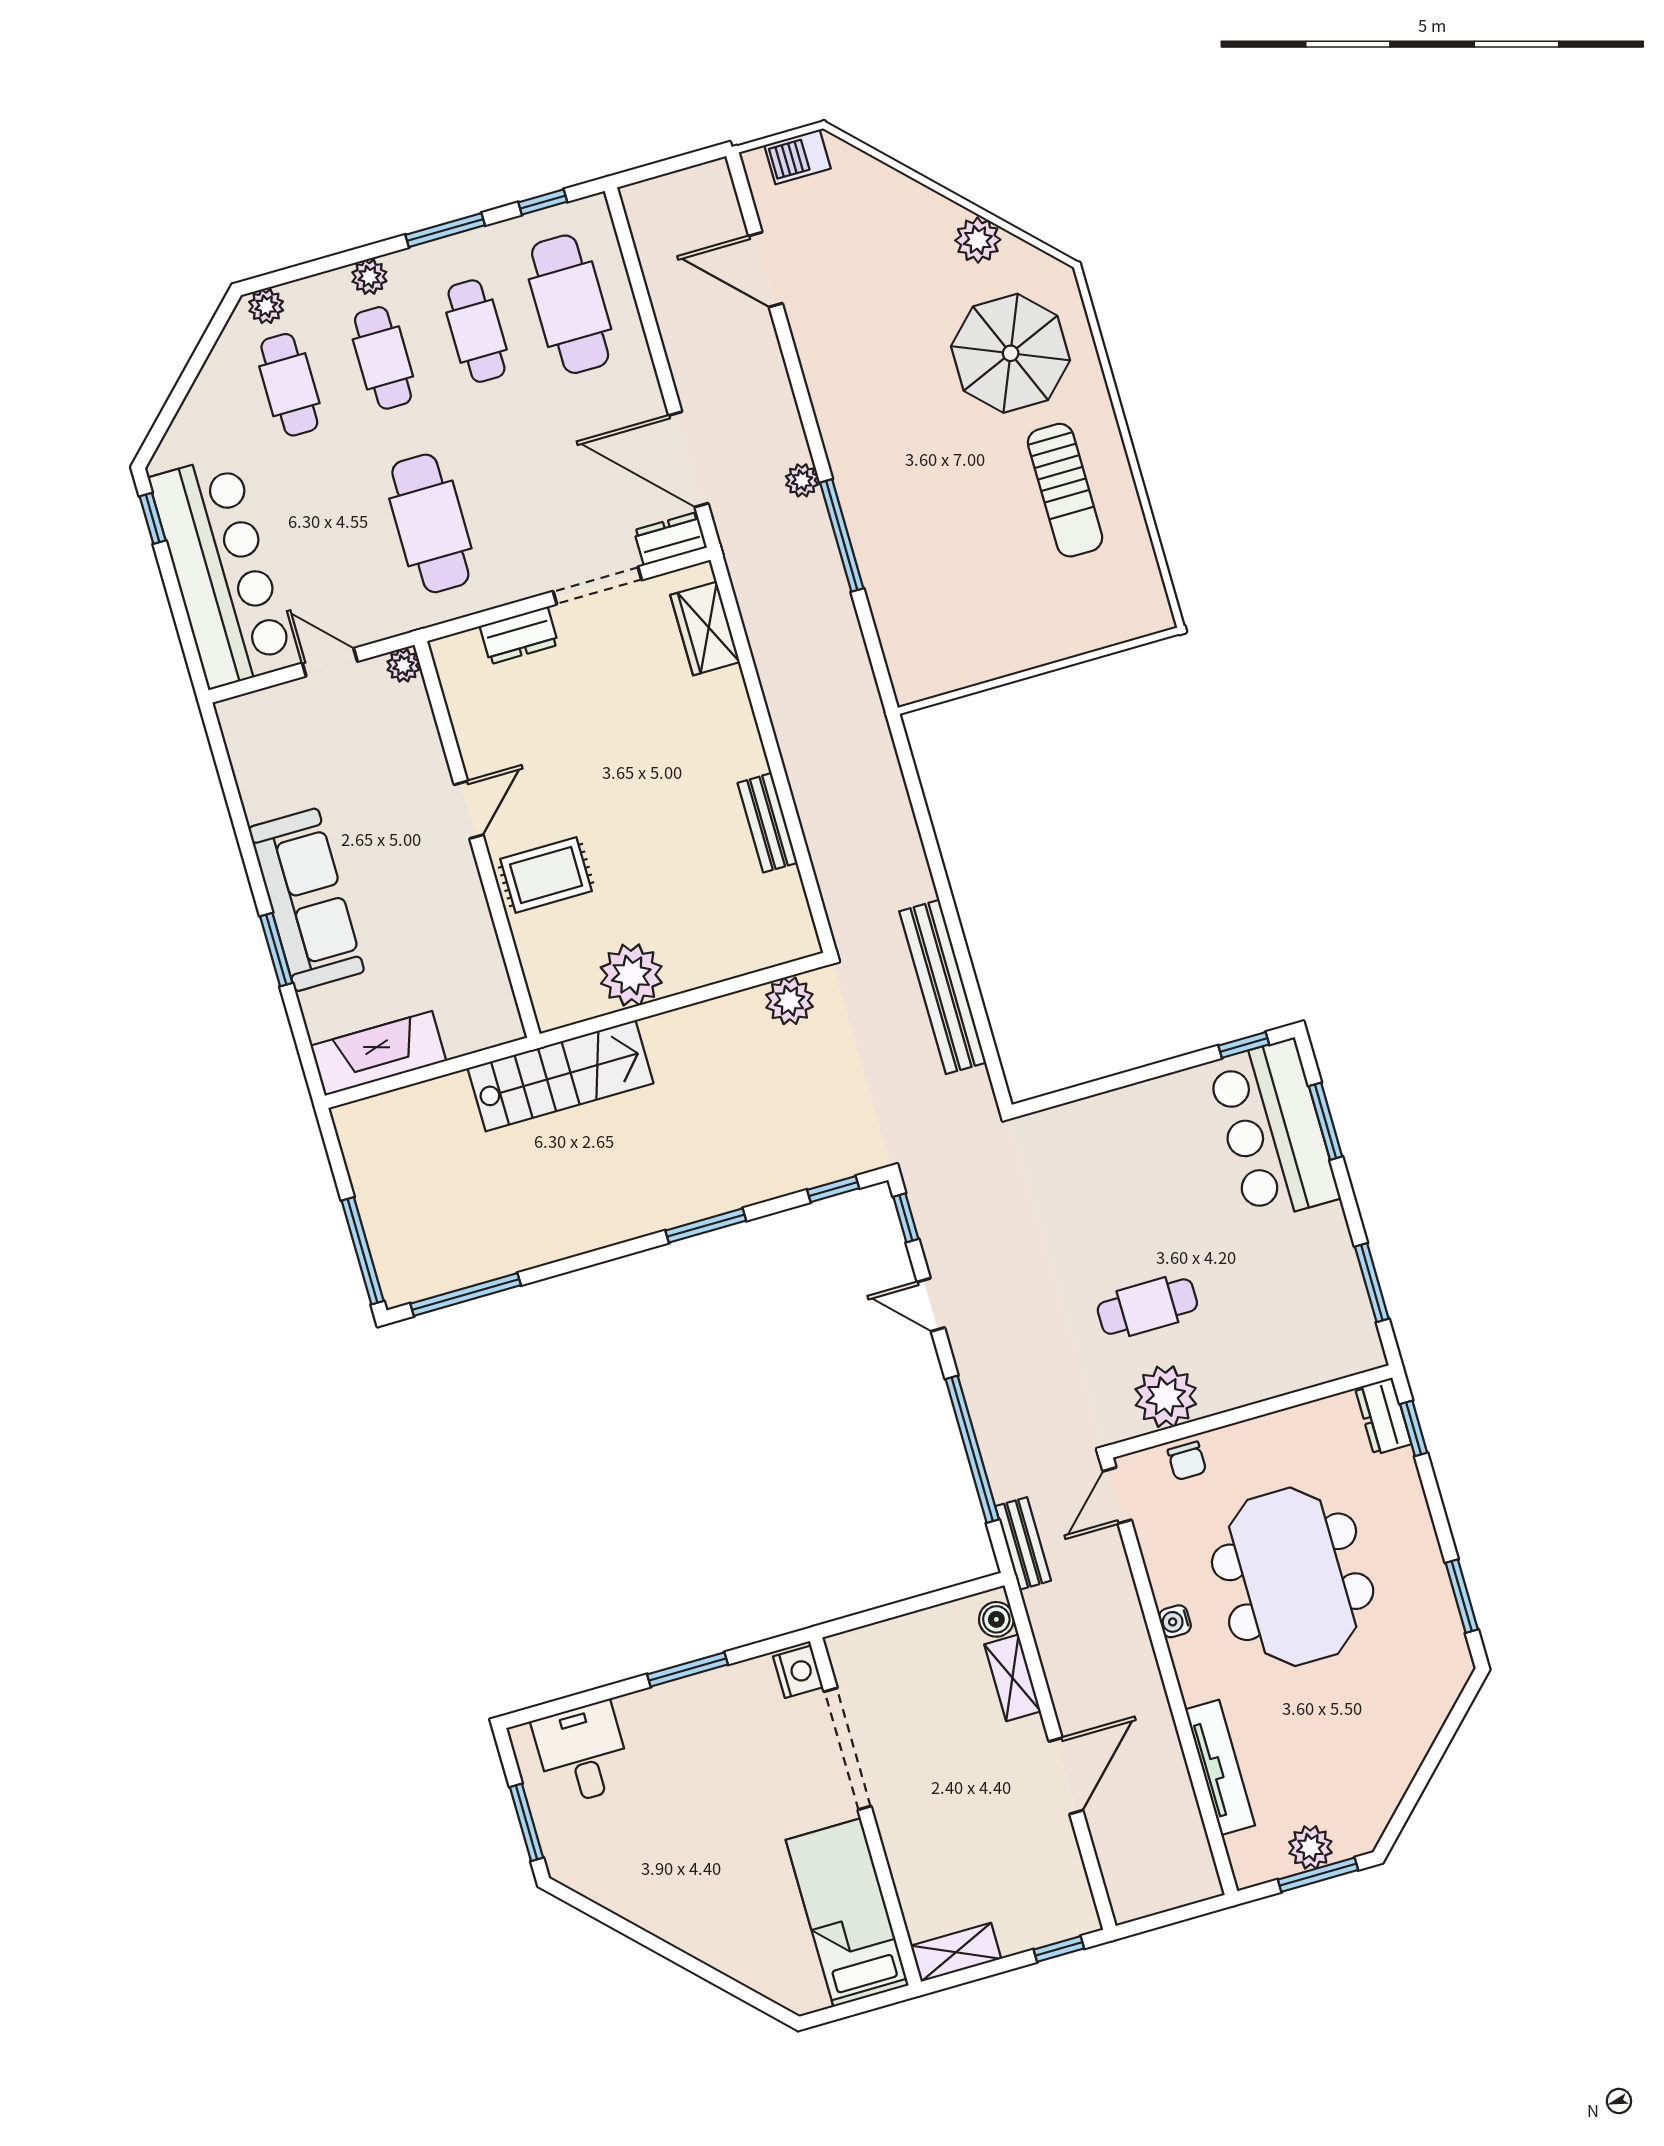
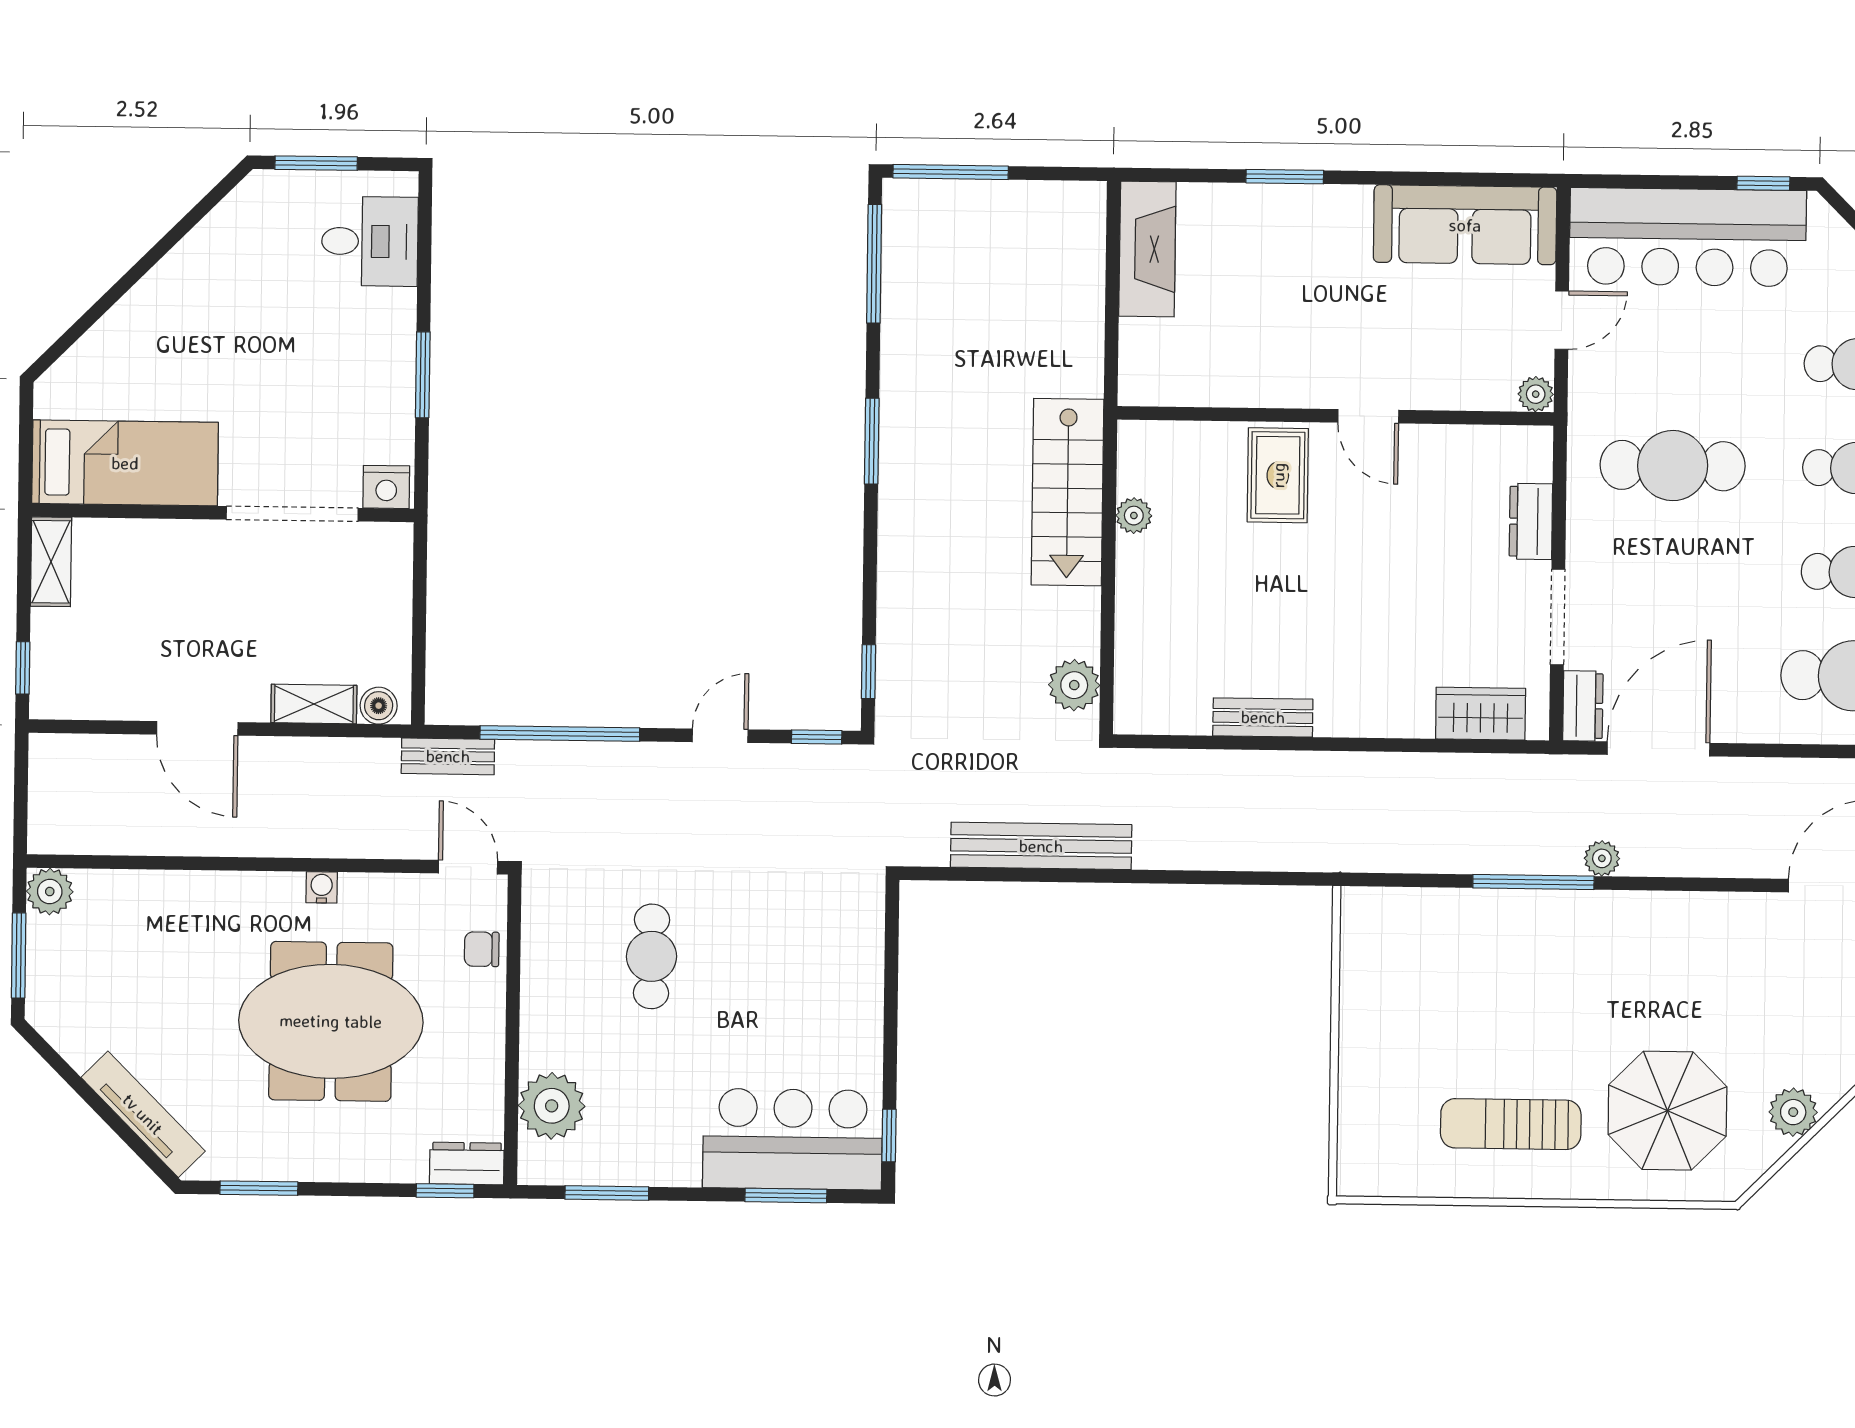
sofa: (306, 900) -> (1465, 225), moved
plant: (631, 975) -> (1134, 516), width x0.53, depth x0.53
stairs: (560, 1076) -> (1067, 492), moved
window: (706, 1226) -> (872, 441), moved
plant: (1166, 1397) -> (552, 1106), moved
tv unit: (1220, 1767) -> (143, 1114), moved, turned -135
plant: (1310, 1847) -> (50, 892), moved

